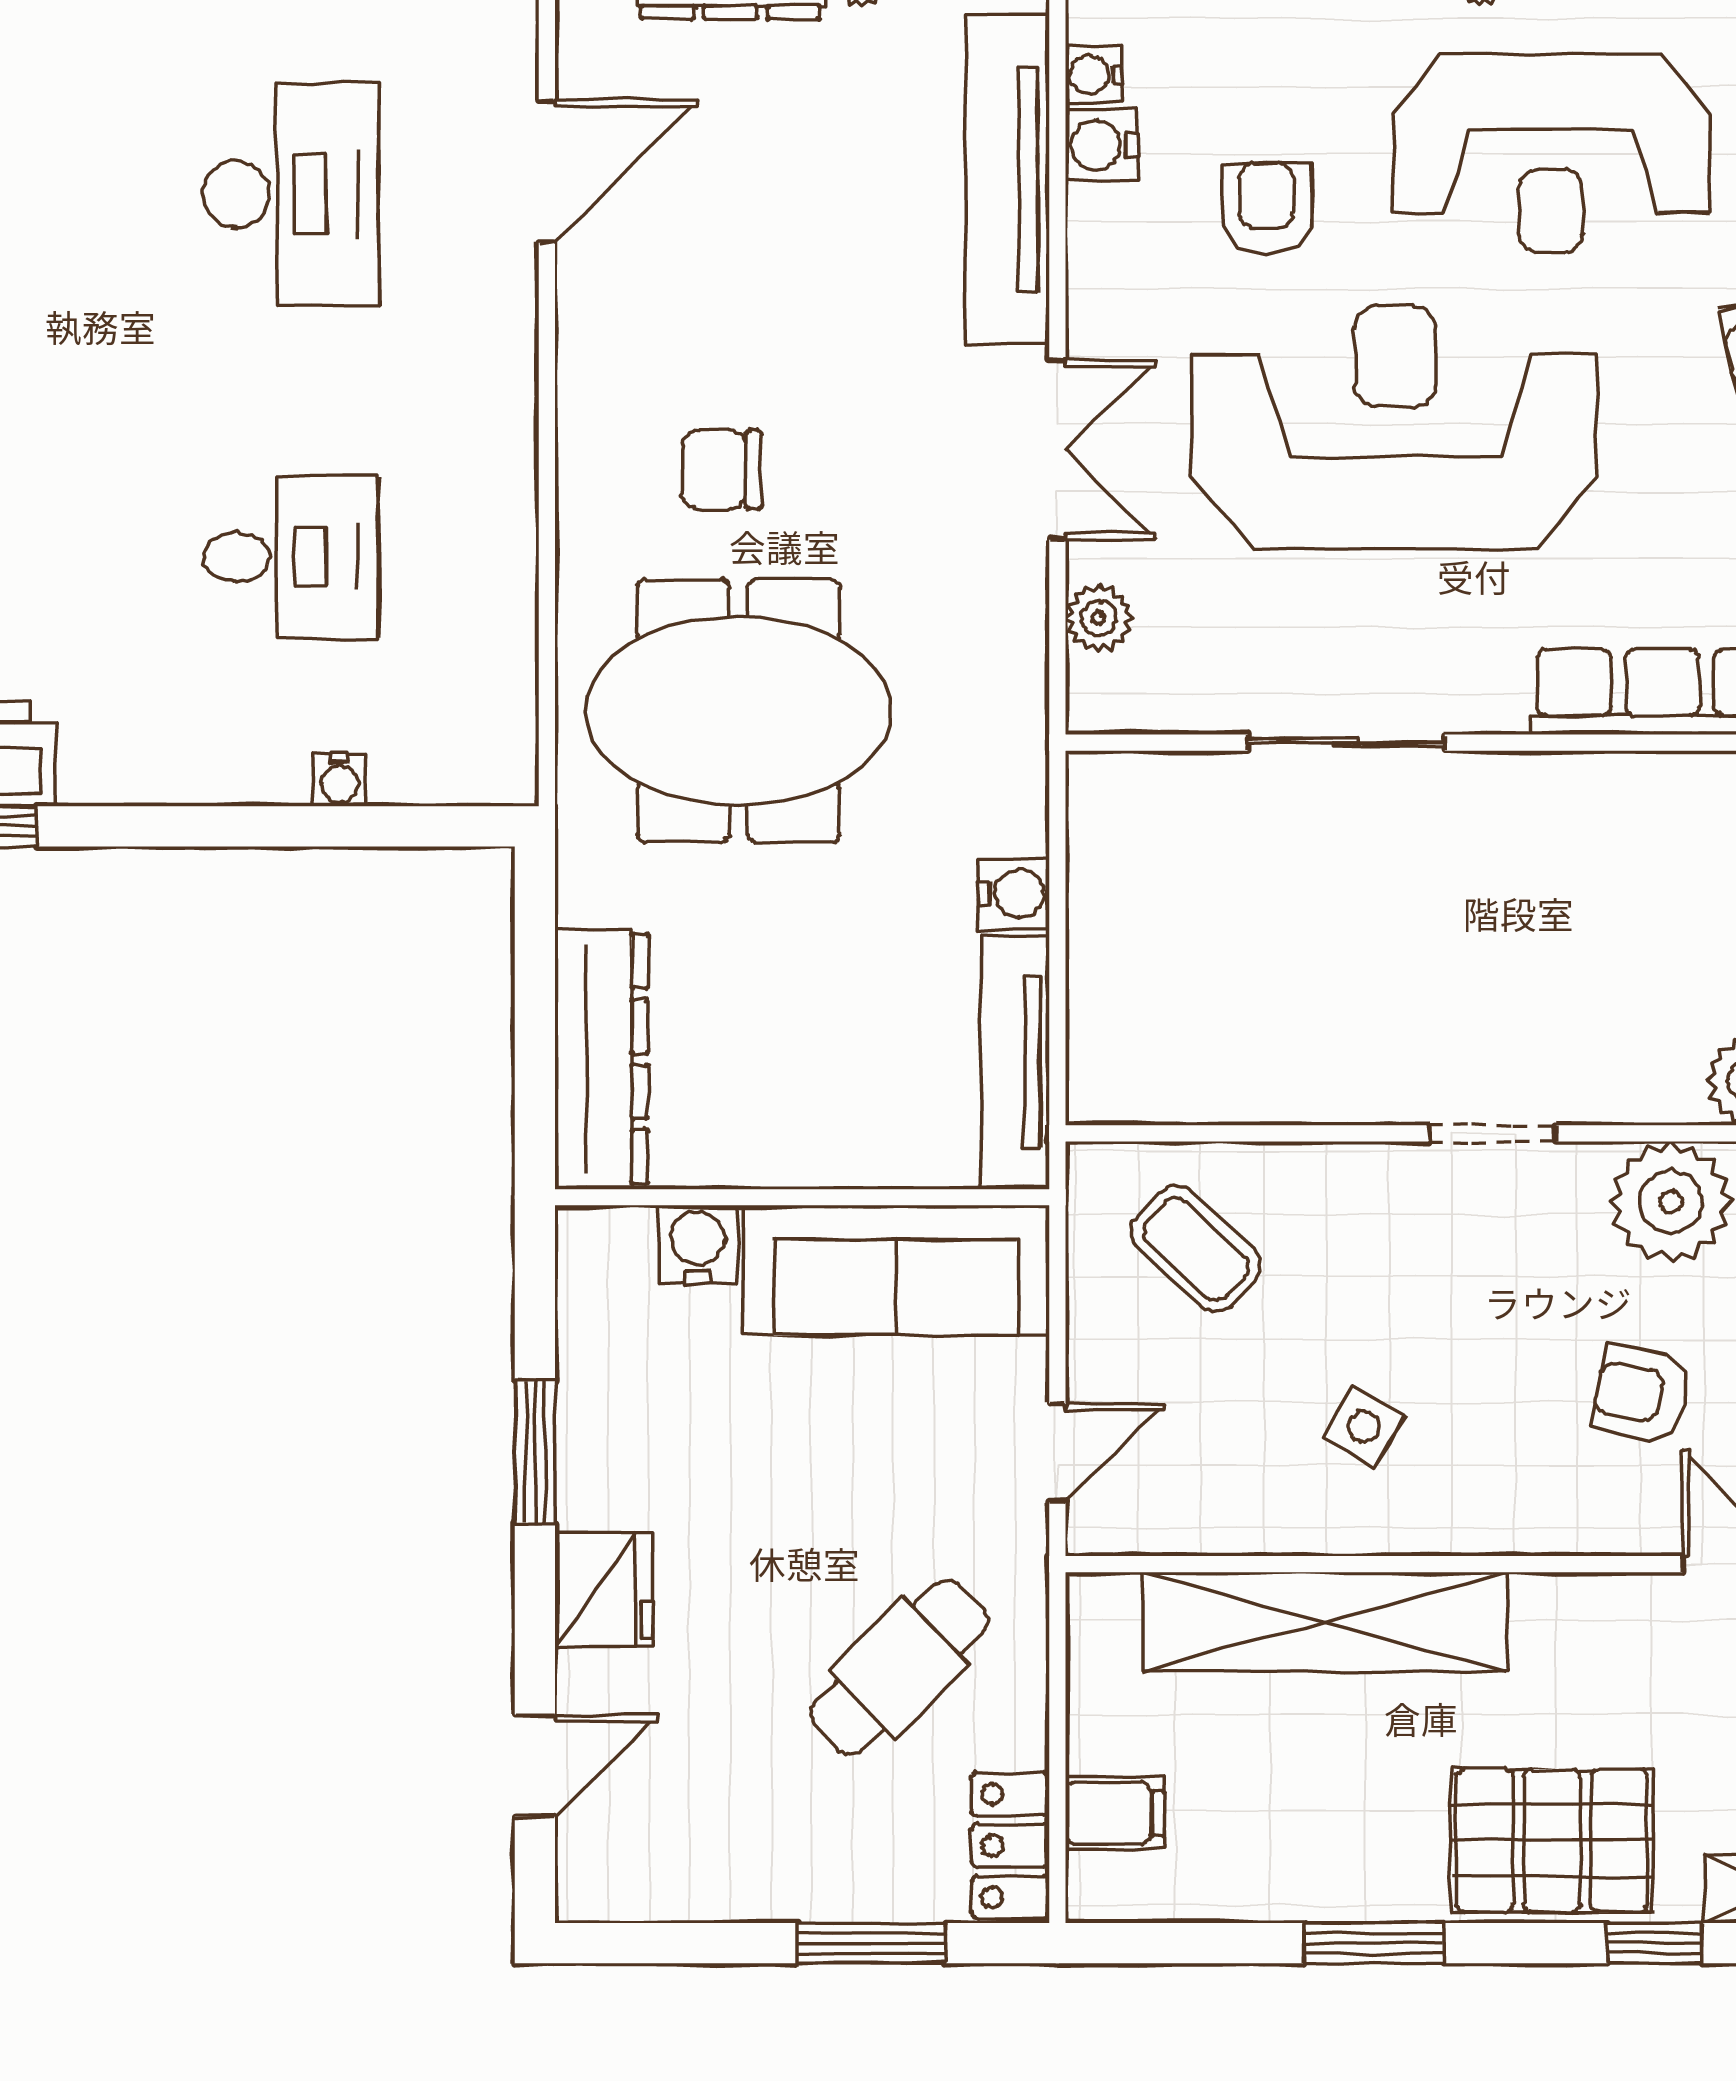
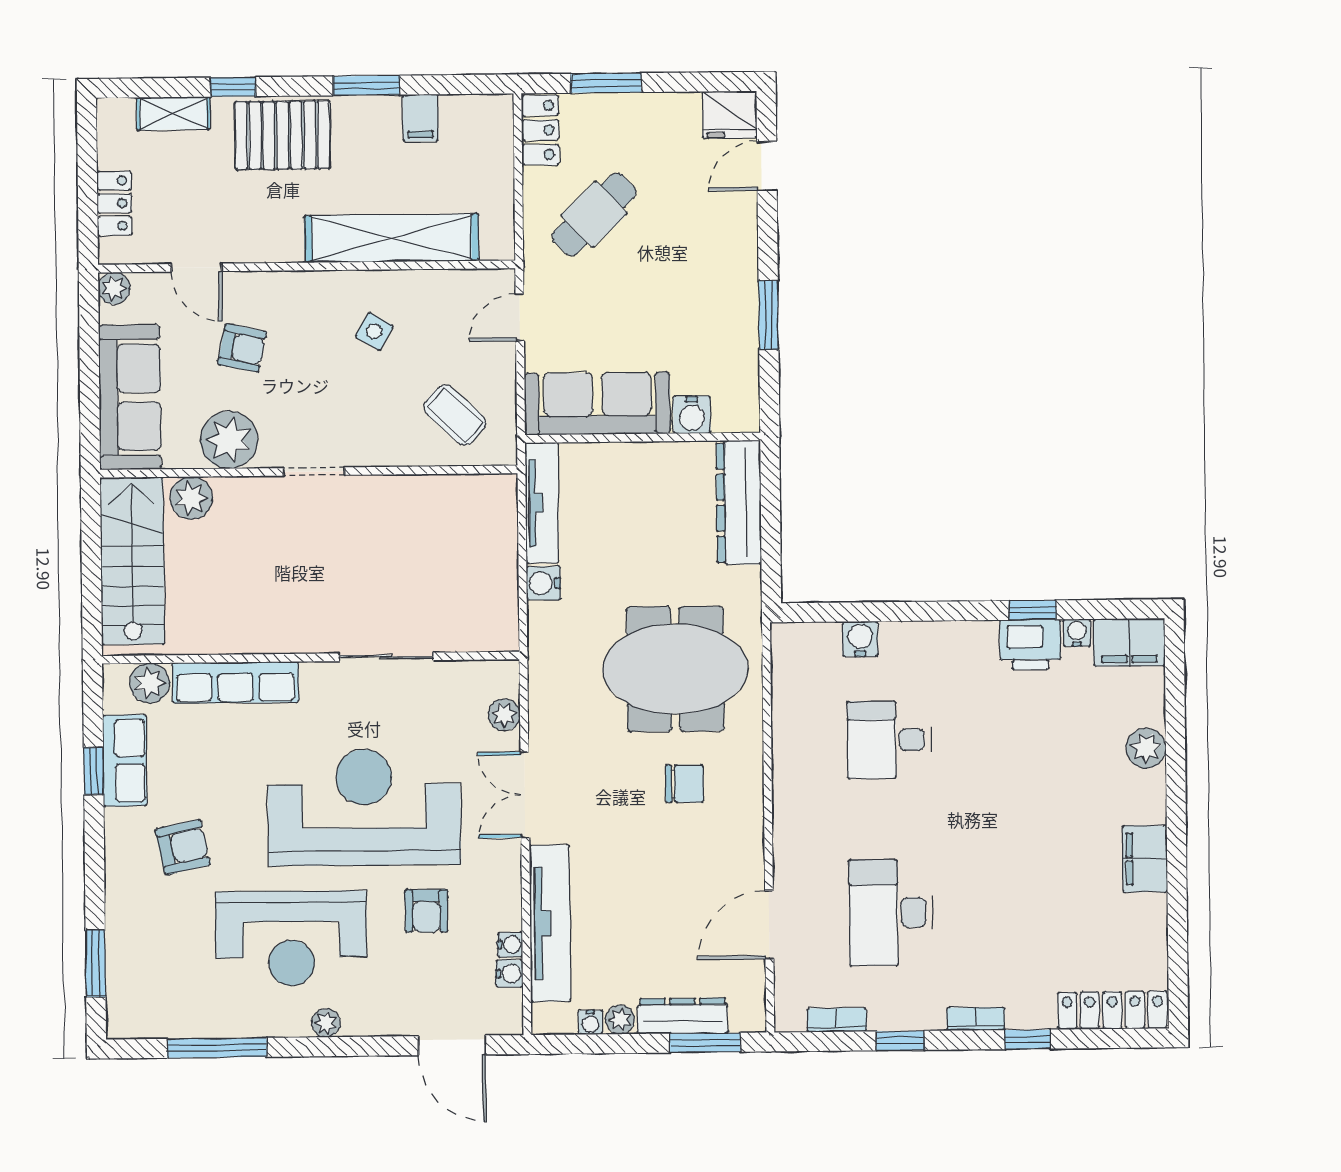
water cooler: (1101, 145) -> (510, 945), width x0.72, depth x0.72
reception desk: (1551, 153) -> (291, 938), turned 180
reception desk: (1395, 427) -> (364, 807), turned 180
water cooler: (339, 780) -> (860, 639), width x1.38, depth x1.38
fridge: (604, 1590) -> (730, 115), moved, turned -90
filing cabinet: (1115, 1813) -> (420, 118), moved, turned -90

